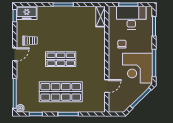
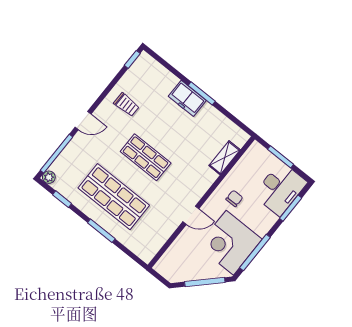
freezer: (27, 13) -> (187, 98), moved
shelving: (101, 16) -> (225, 158), moved
desk: (131, 18) -> (280, 189), moved, turned 90
door: (15, 54) -> (83, 121), moved
door: (107, 86) -> (191, 215), moved

